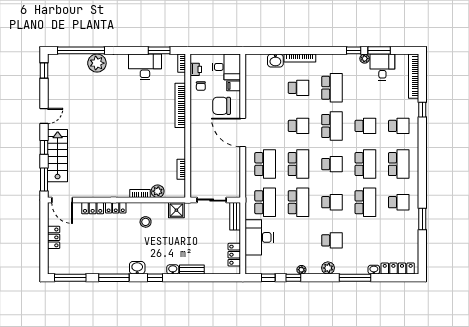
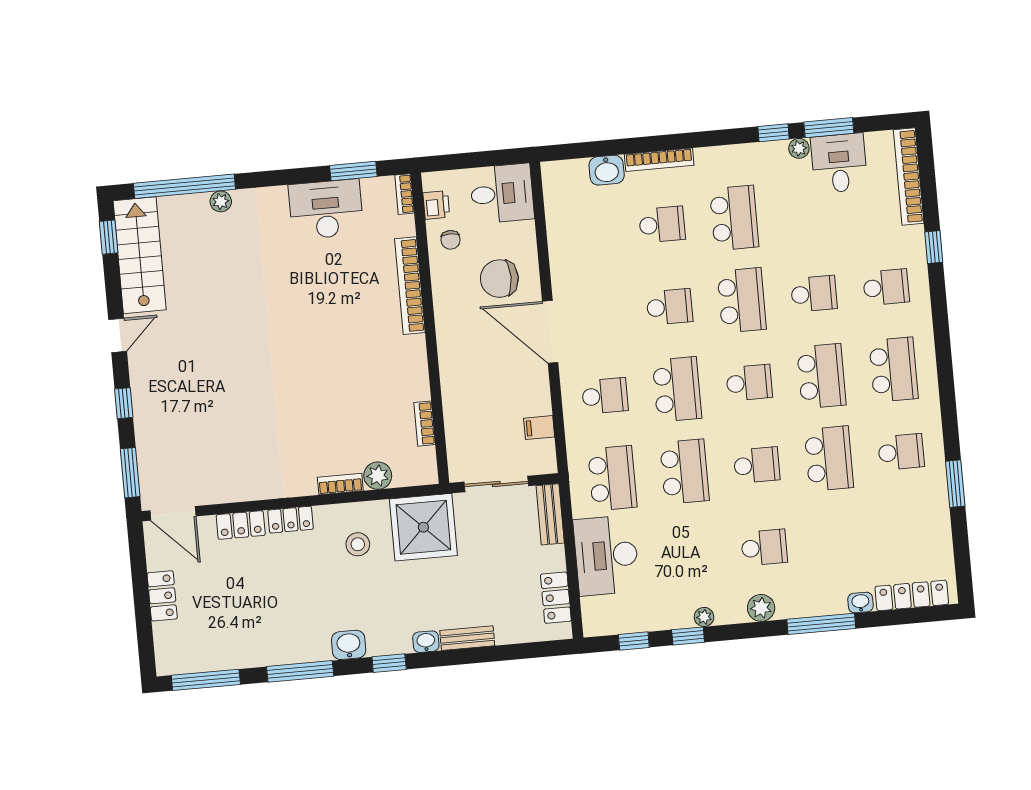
plant: (97, 63) -> (221, 201), width x0.53, depth x0.53
filing cabinet: (234, 86) -> (539, 428), moved
stairs: (58, 156) -> (140, 255), moved
school desk: (265, 164) -> (605, 396), width x0.54
shower: (176, 210) -> (423, 527), width x1.86, depth x1.86

